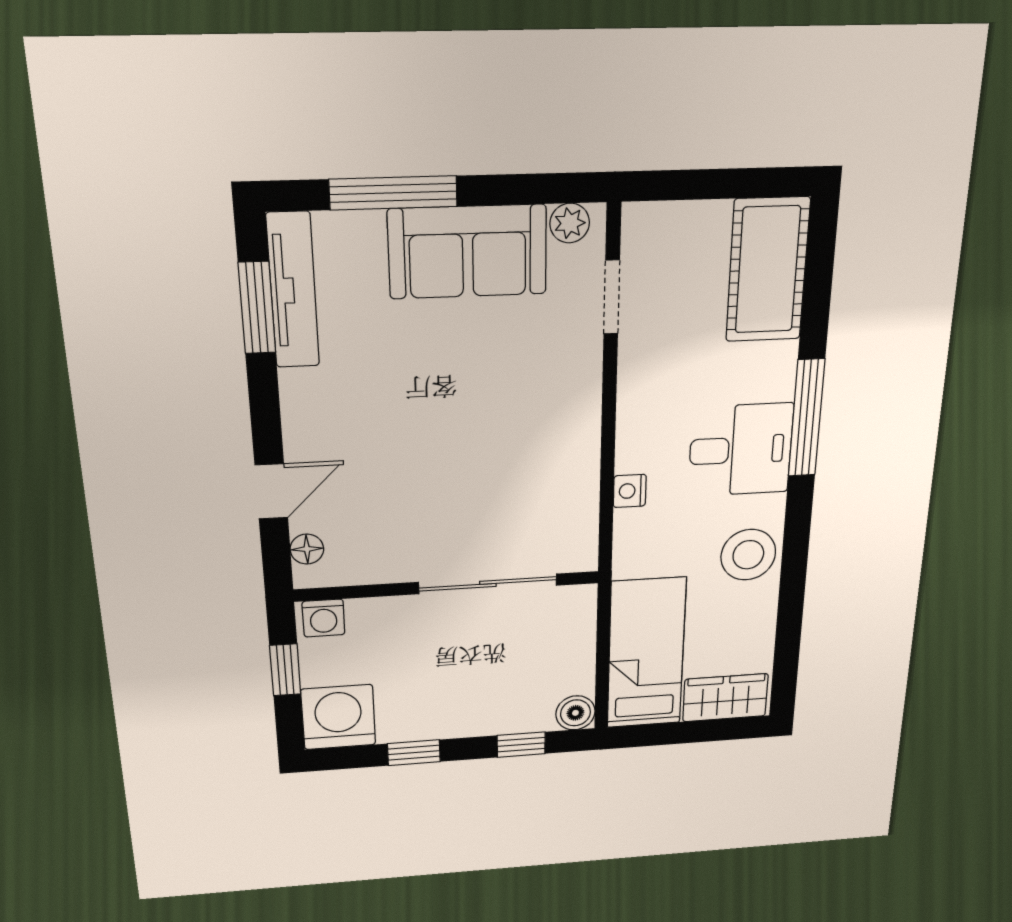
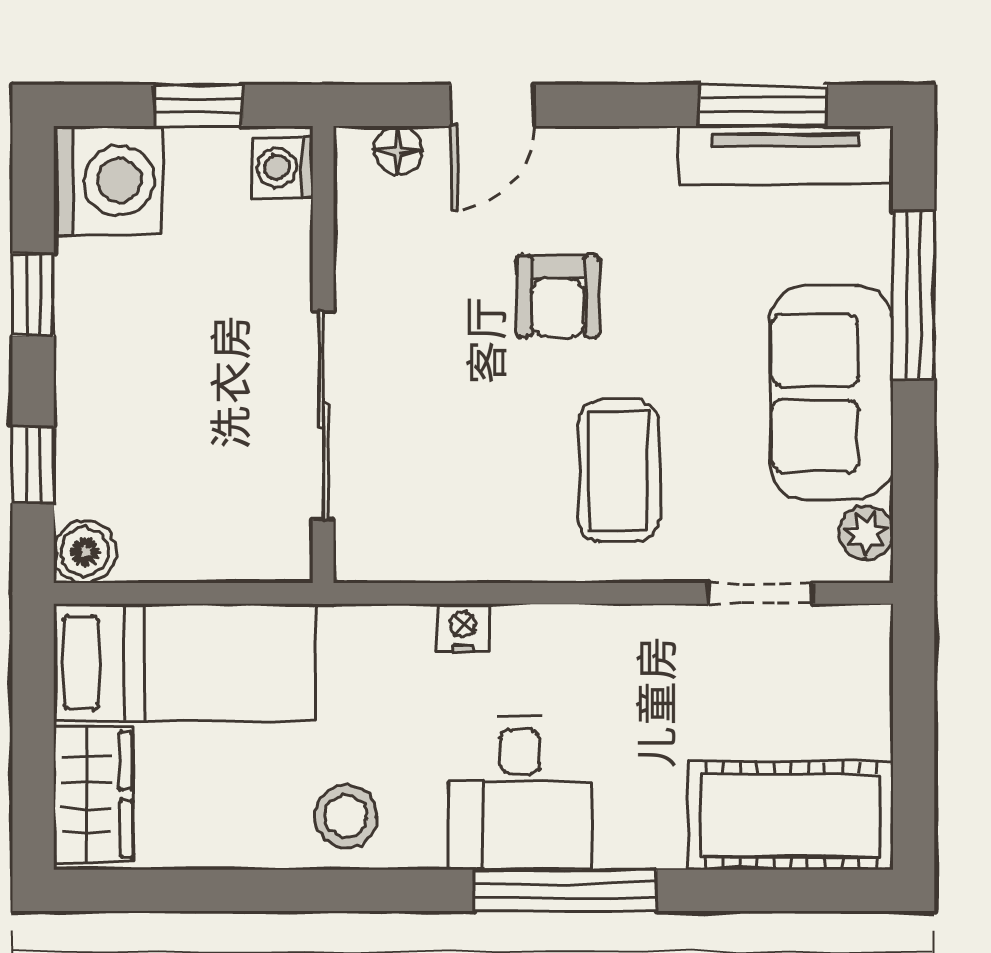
coffee table: (525, 397) -> (618, 471), added
armchair: (403, 442) -> (558, 296), added
door: (271, 491) -> (492, 105), hinge flipped
stool: (748, 555) -> (346, 816), width x0.73, depth x0.73

